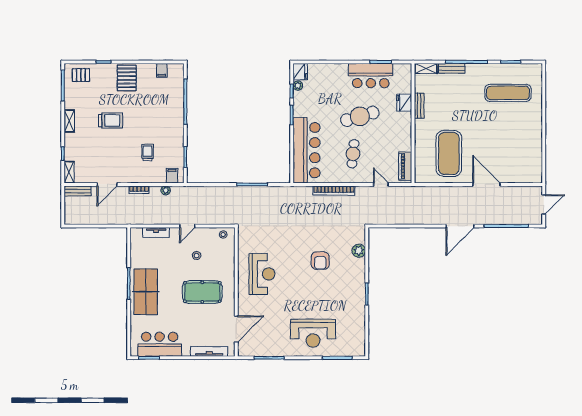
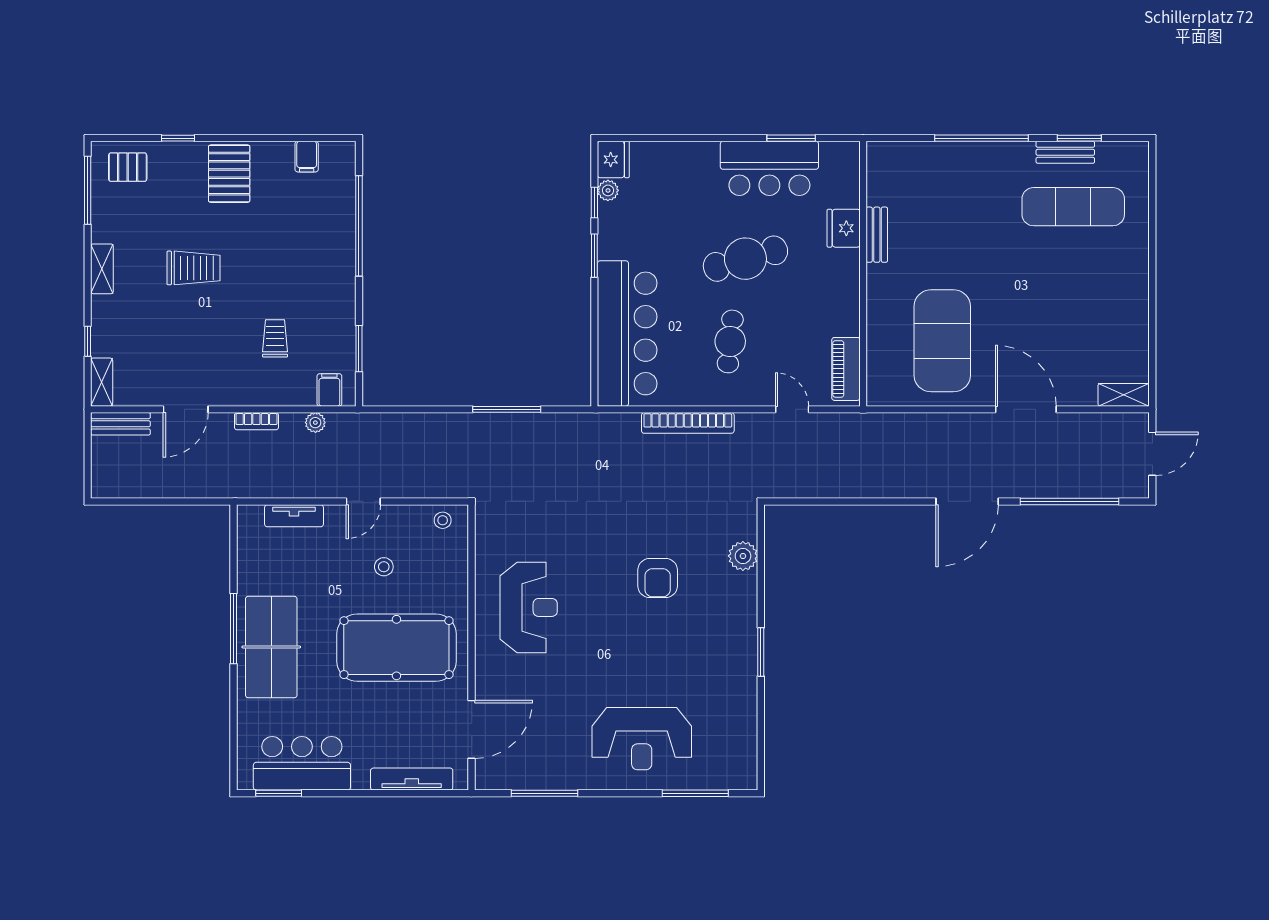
shelving: (426, 68) -> (1124, 395), moved
bench: (452, 68) -> (1065, 152), moved
pool table: (202, 292) -> (396, 648), width x1.36, depth x1.32

